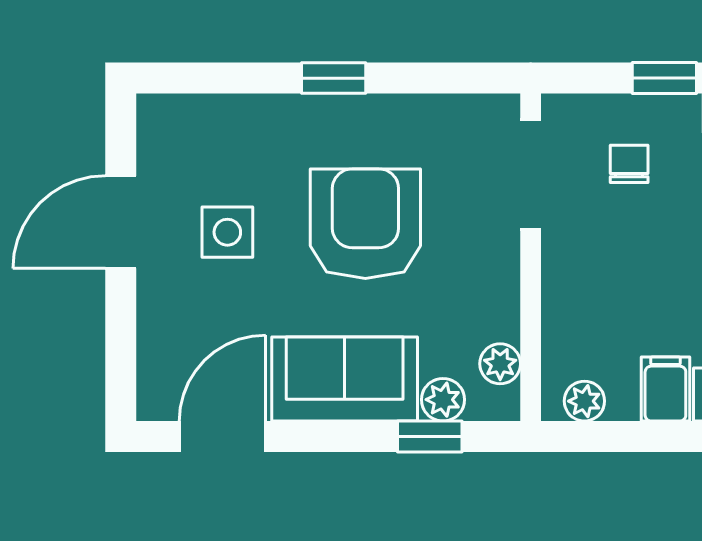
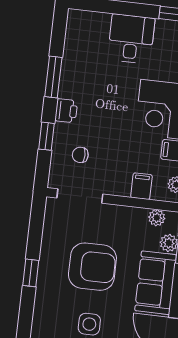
armchair: (365, 224) -> (92, 267), turned 180
filing cabinet: (571, 319) -> (141, 186), added

